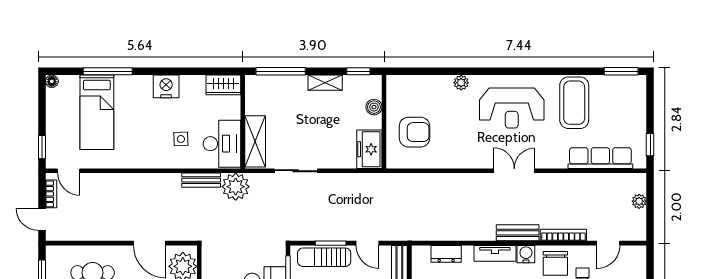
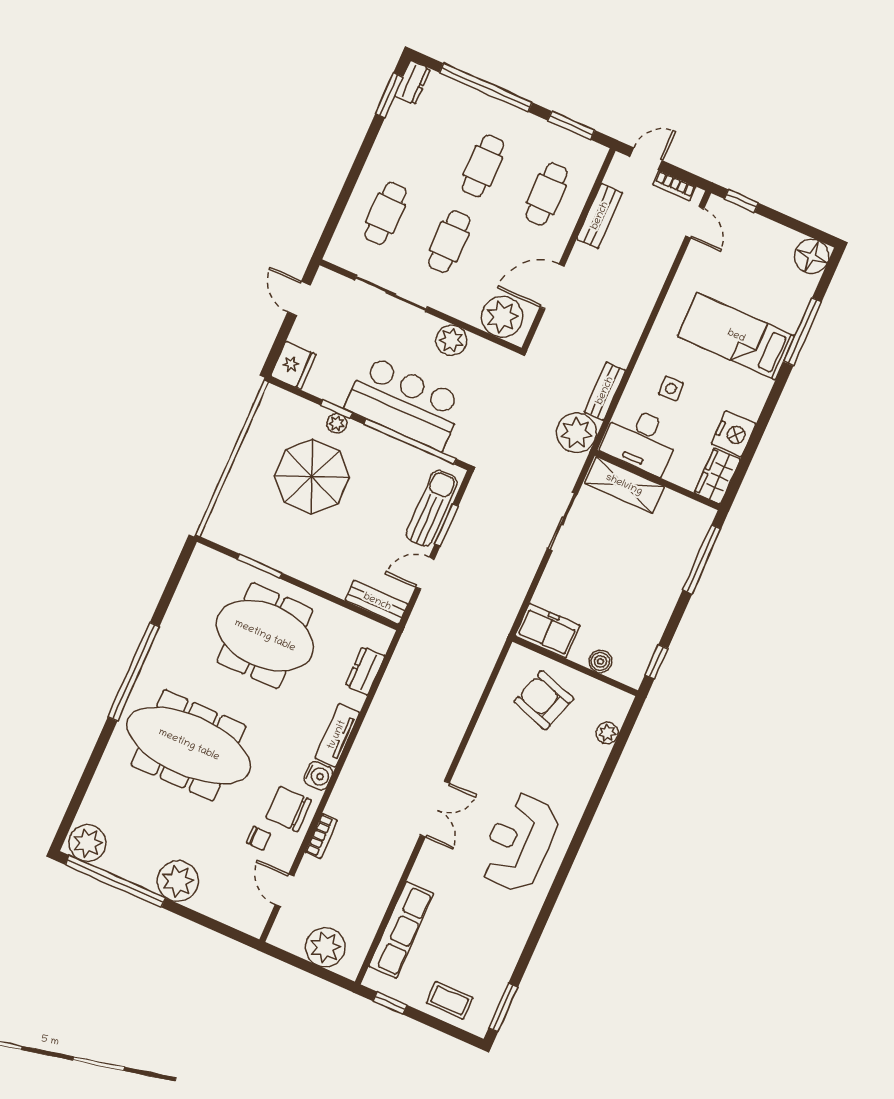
floor lamp: (52, 81) -> (812, 256), width x1.89, depth x1.89
shelving: (325, 83) -> (661, 611), removed
plant: (461, 83) -> (607, 733), moved
nightstand: (166, 86) -> (734, 434), moved
coffee table: (574, 103) -> (450, 1000), moved, width x0.54, depth x0.58
bed: (97, 112) -> (736, 336), moved
armchair: (415, 132) -> (544, 700), turned 108
door: (69, 171) -> (695, 222), swing flipped
plant: (639, 201) -> (325, 947), width x1.88, depth x1.88
bench: (518, 233) -> (600, 216), moved
bookcase: (563, 235) -> (321, 836), width x0.64

